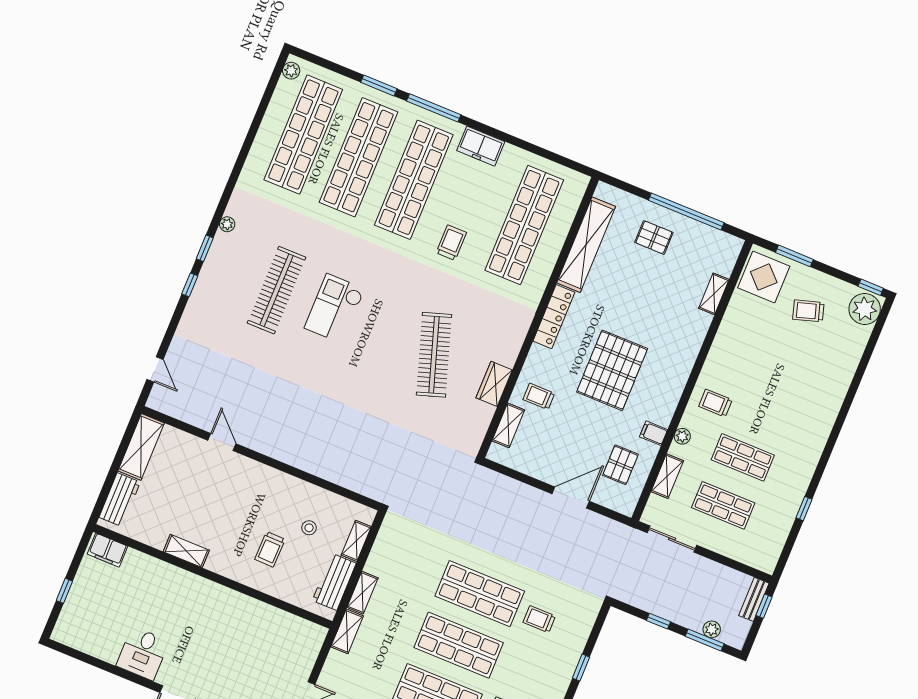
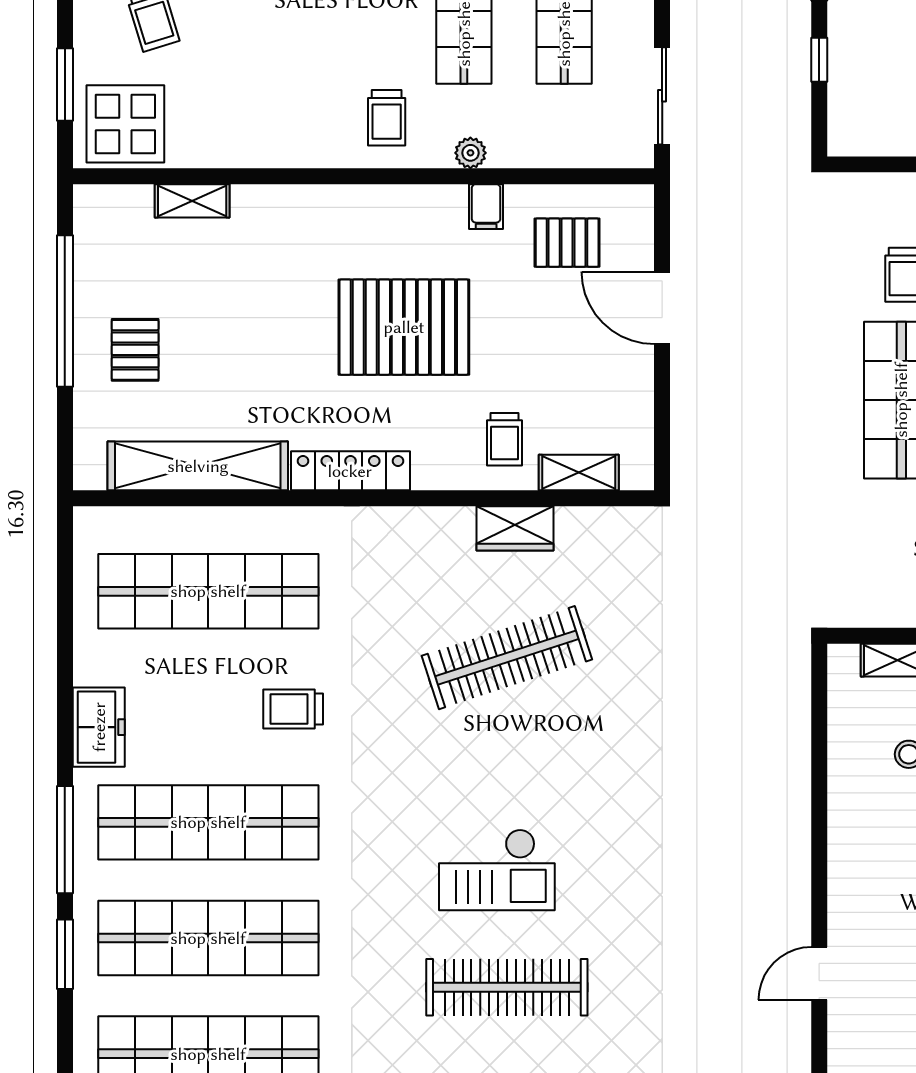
shelving: (667, 476) -> (553, 150), removed

